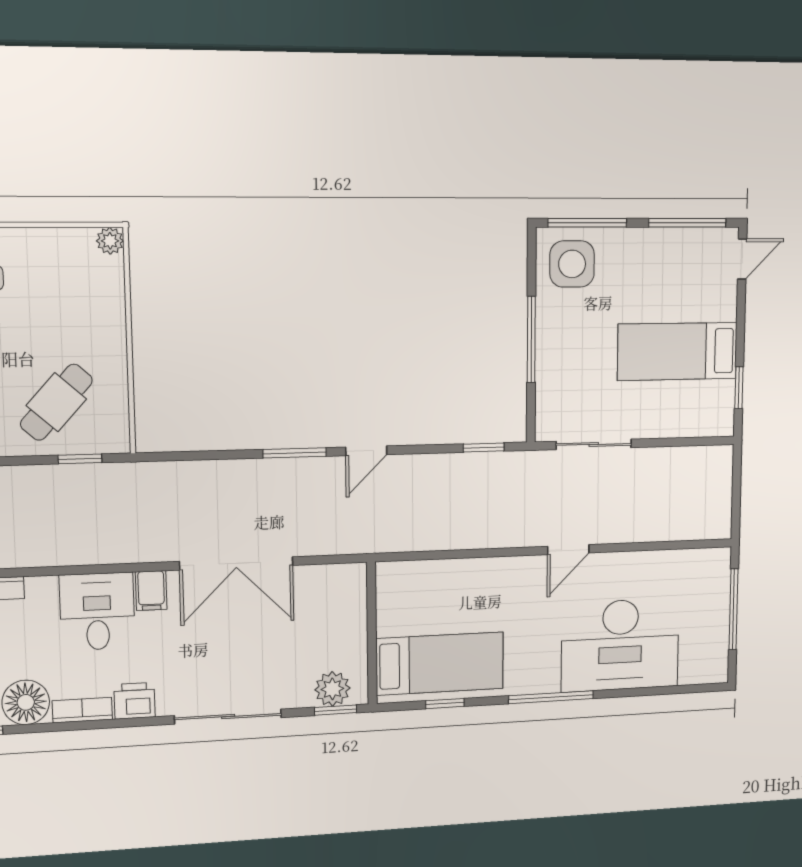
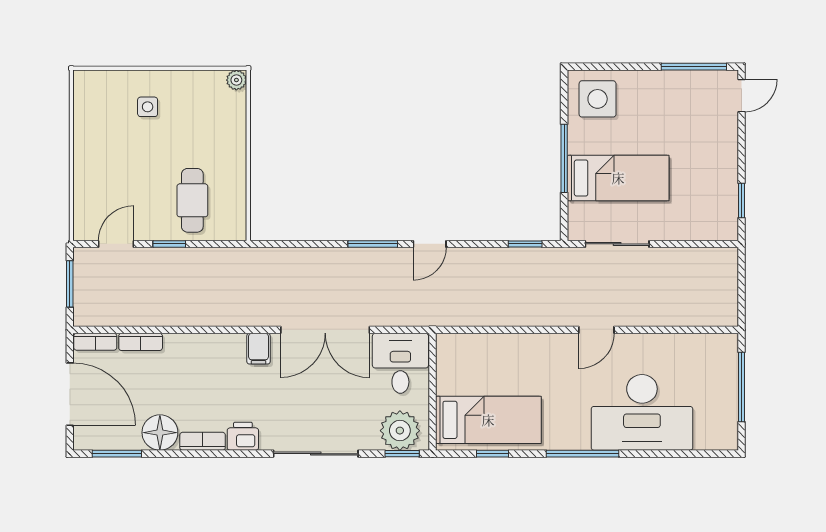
window: (587, 223) -> (610, 67), removed
bed: (677, 351) -> (618, 178), moved, turned 180
cafe table: (56, 402) -> (192, 200), turned -42
window: (80, 459) -> (169, 244), moved
desk: (97, 611) -> (400, 363), moved
plant: (332, 689) -> (400, 431), width x1.36, depth x1.36

